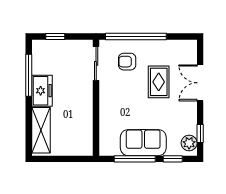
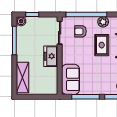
boiler: (39, 46) -> (21, 21), added
plant: (161, 47) -> (103, 22), added
freezer: (42, 91) -> (51, 56), moved, turned 180
sofa: (143, 143) -> (71, 79), moved, turned 90

